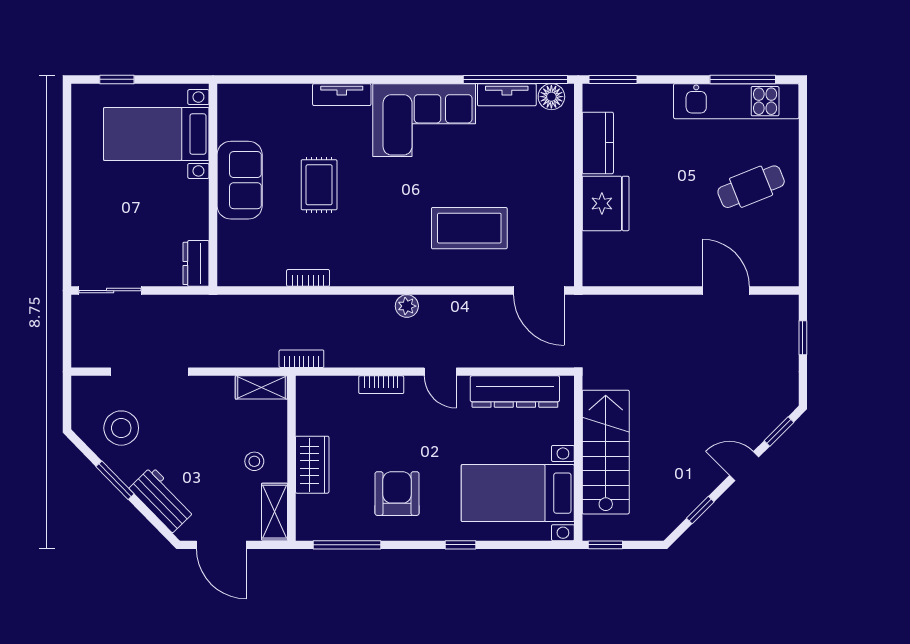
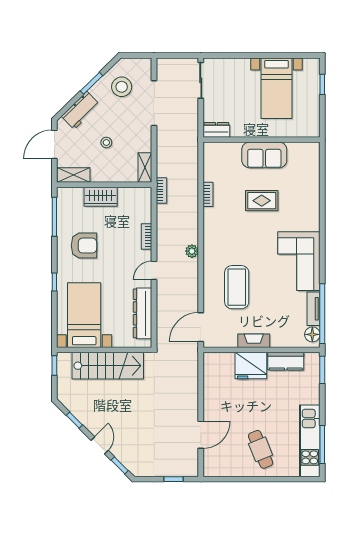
tv unit: (342, 95) -> (314, 214), removed
bed with nightstands: (156, 134) -> (276, 88), moved, turned 180
fireplace: (562, 199) -> (254, 341), added
stool: (254, 461) -> (106, 143), moved

